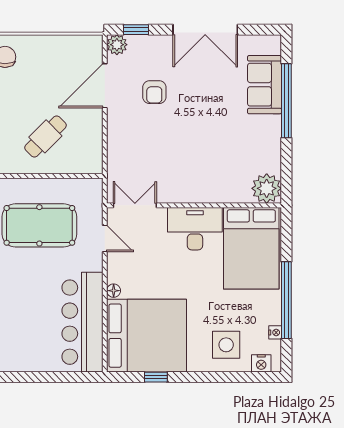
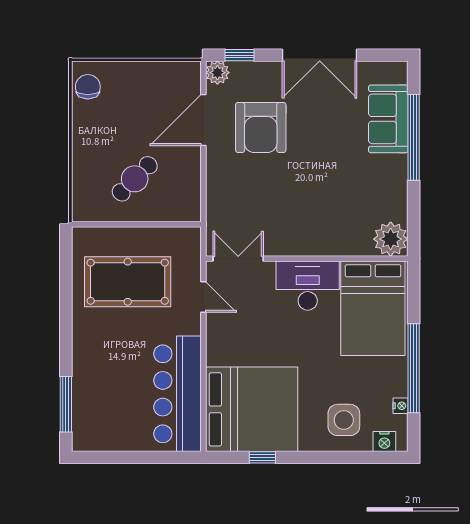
armchair: (154, 92) -> (261, 128), width x1.88, depth x1.88
floor lamp: (114, 291) -> (213, 357), removed

